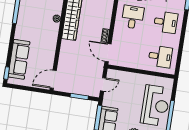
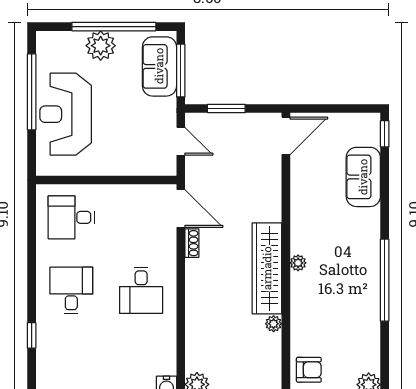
desk: (166, 22) -> (71, 290), turned 90
sofa: (19, 59) -> (363, 177), width x0.73
door: (103, 84) -> (181, 141), swing flipped

